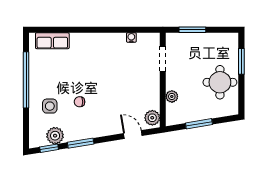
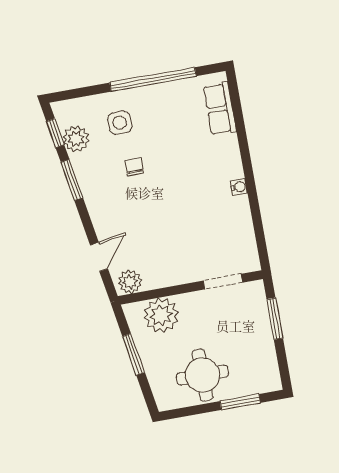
water cooler: (131, 38) -> (239, 187), moved
plant: (172, 96) -> (161, 315), width x1.88, depth x1.88

